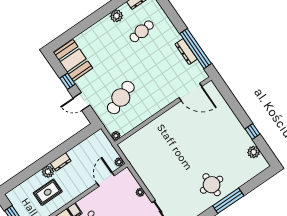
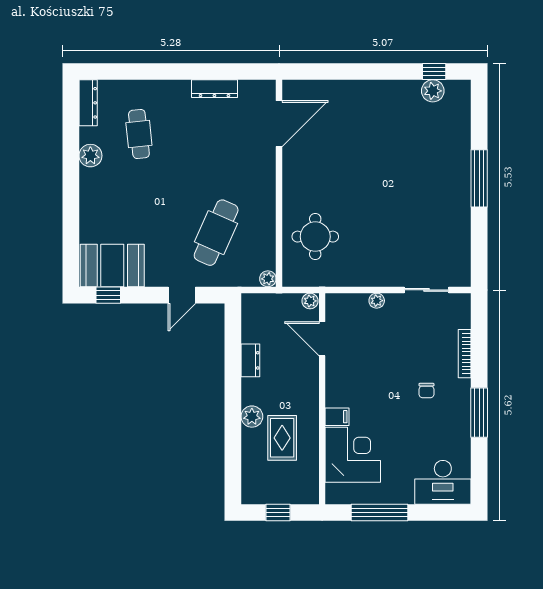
window: (196, 49) -> (220, 71), removed
window: (67, 81) -> (108, 295), moved
cafe table: (121, 98) -> (216, 233), turned 45
window: (253, 132) -> (434, 71), moved
dresser: (61, 162) -> (250, 360), moved
round table: (212, 185) -> (315, 237), moved

